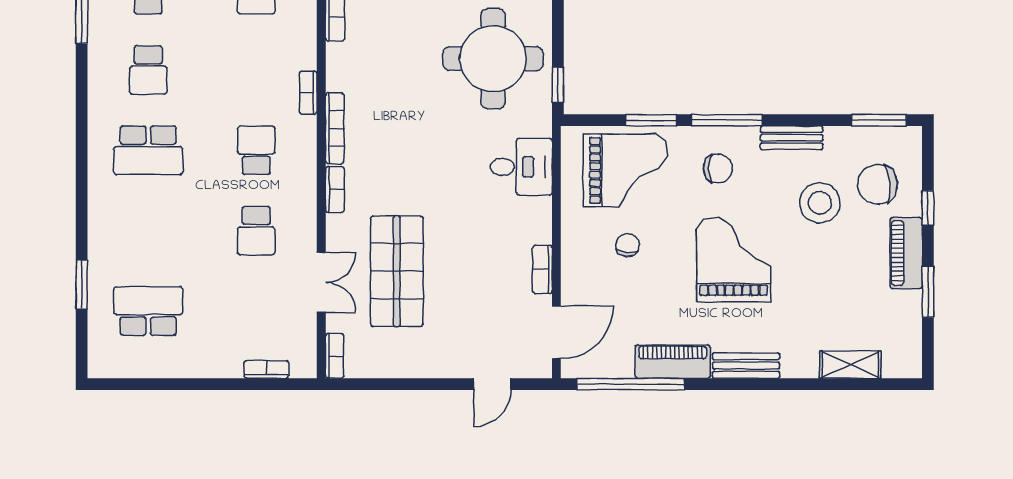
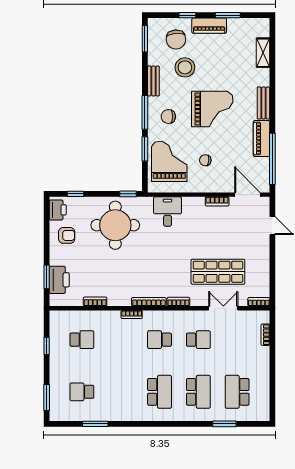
school desk: (148, 70) -> (198, 392), moved, width x1.85
chair: (718, 169) -> (168, 117), turned -90
grand piano: (734, 260) -> (212, 109), turned 180

